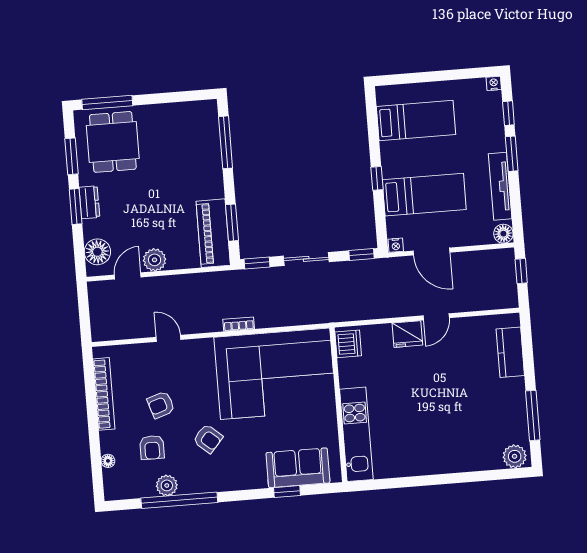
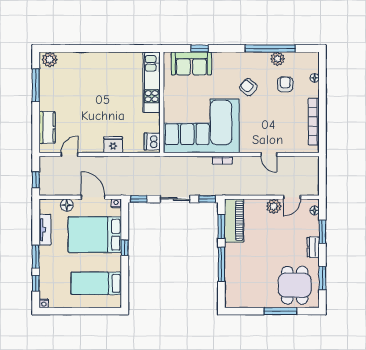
window: (107, 103) -> (280, 311), moved
window: (226, 142) -> (221, 264), moved
tv unit: (500, 186) -> (45, 230), width x0.71
bed: (424, 195) -> (95, 235), width x1.50
window: (76, 207) -> (322, 232), moved
floor lamp: (503, 234) -> (67, 205), moved
floor lamp: (97, 252) -> (315, 211), width x0.53, depth x0.53
door: (436, 317) -> (69, 154), moved
armchair: (161, 405) -> (277, 112), removed

